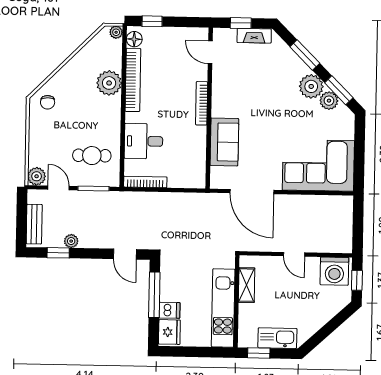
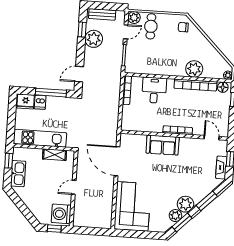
door: (210, 52) -> (212, 138), hinge flipped
sofa: (224, 142) -> (163, 145), moved
cafe table: (92, 156) -> (151, 26), moved
door: (252, 192) -> (117, 161), hinge flipped
plant: (71, 241) -> (94, 39), width x1.87, depth x1.87

